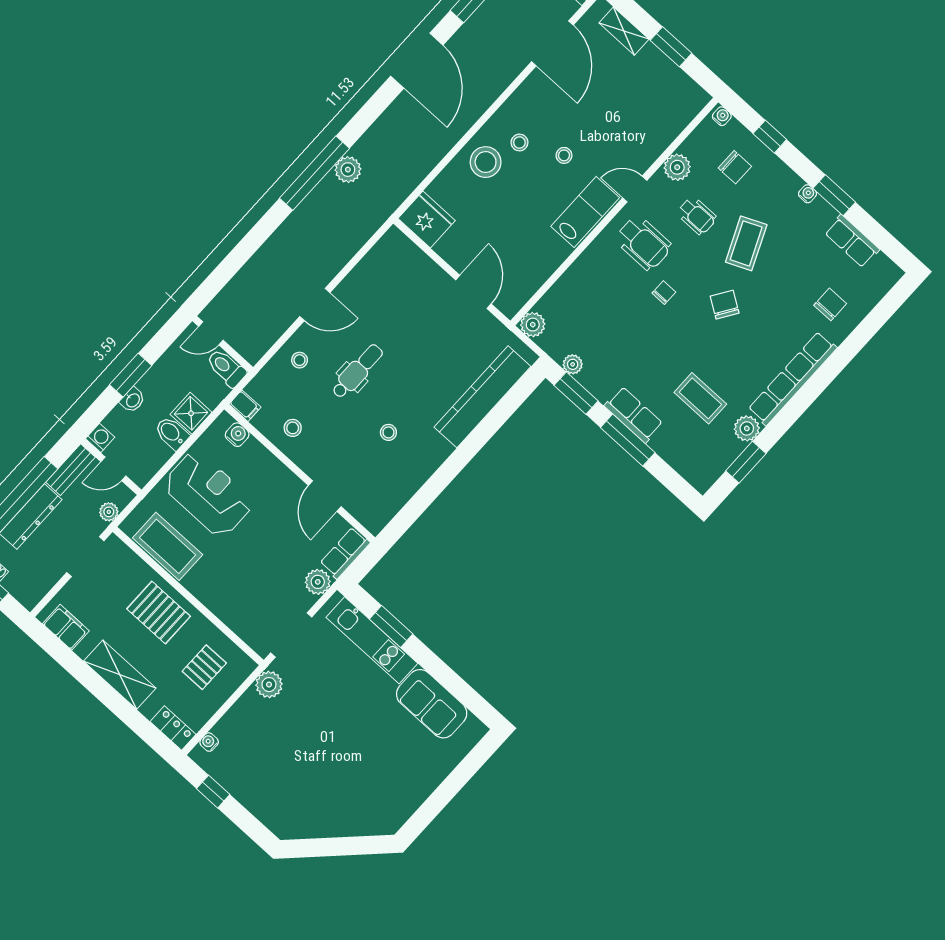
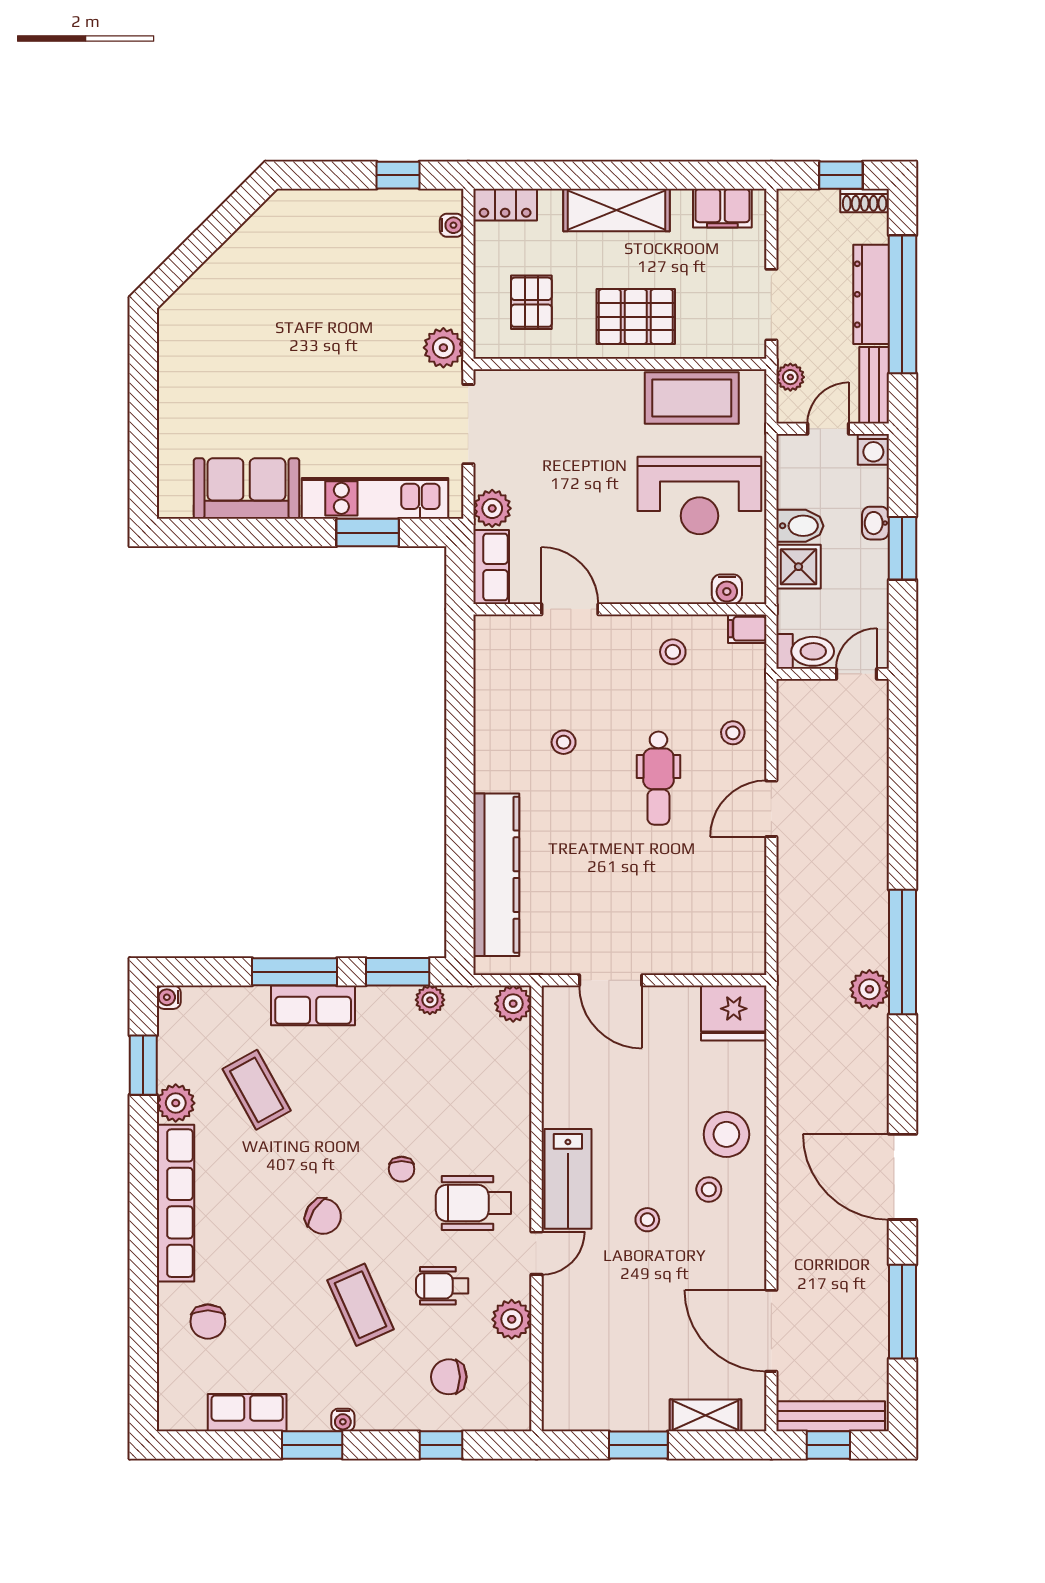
water cooler: (722, 116) -> (169, 997), moved, turned 90
coffee table: (700, 398) -> (257, 1090), turned 61

